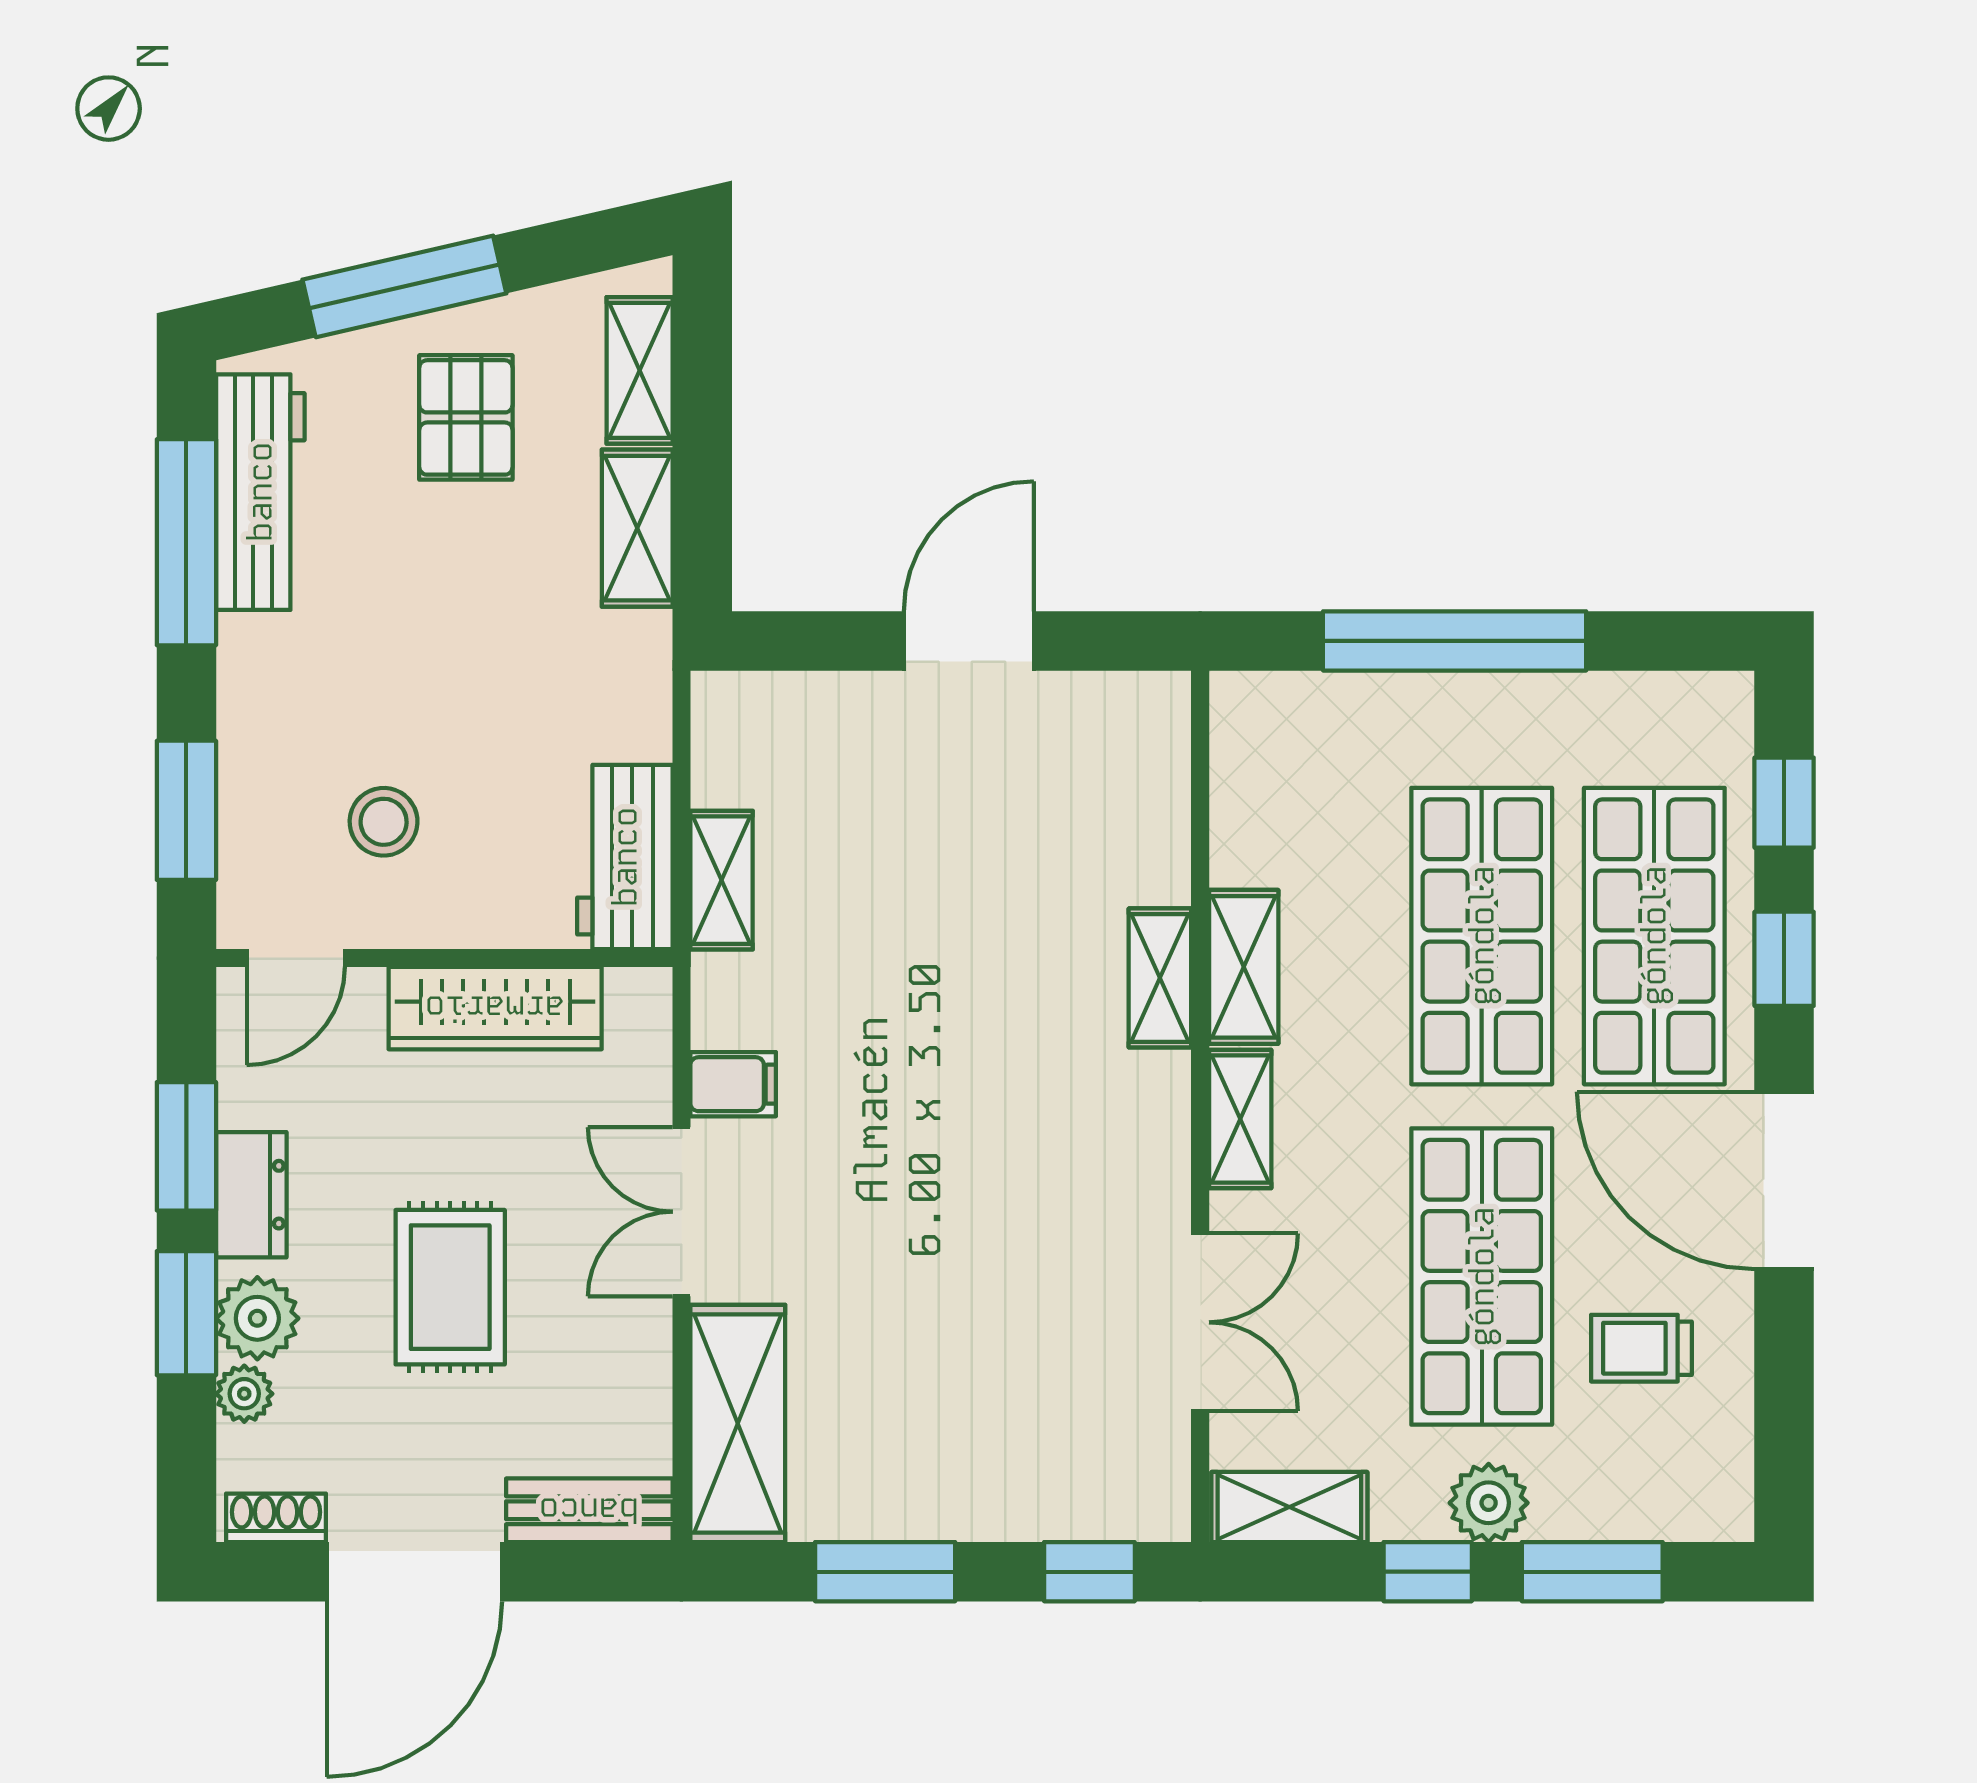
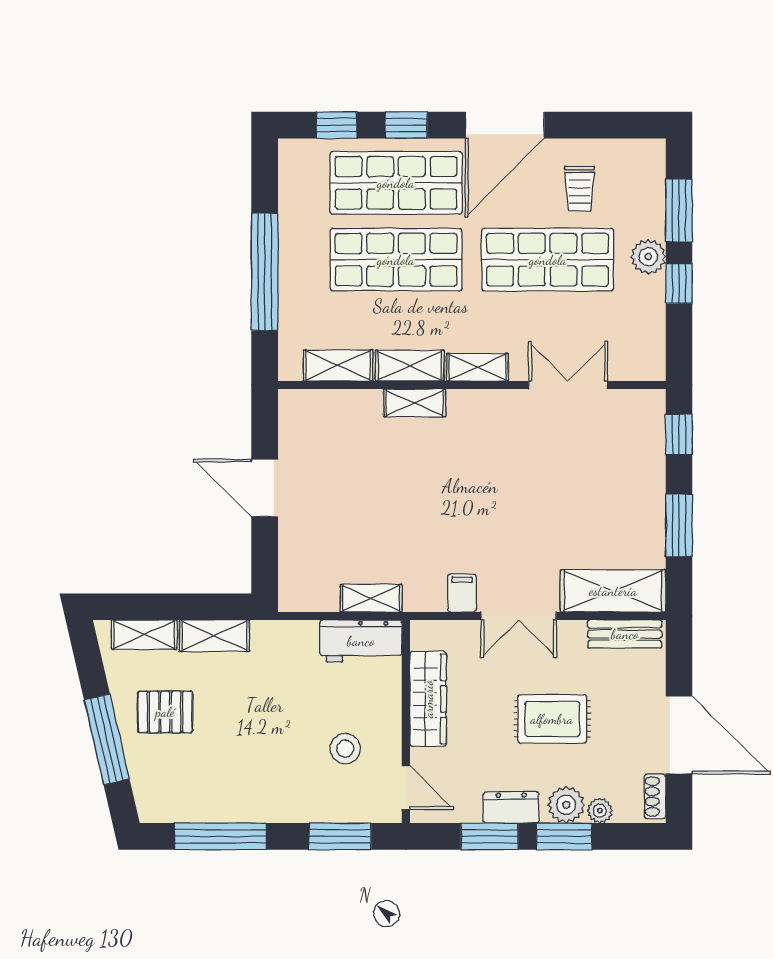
workbench: (260, 492) -> (198, 803), removed
shelving: (1289, 1507) -> (338, 365), moved, turned 90
bench: (589, 1510) -> (625, 634), moved, turned 90

